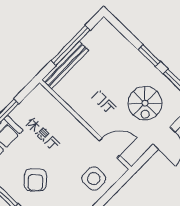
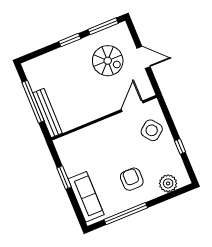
side table: (94, 179) -> (152, 130), turned -38
armchair: (35, 180) -> (132, 179), turned -138

